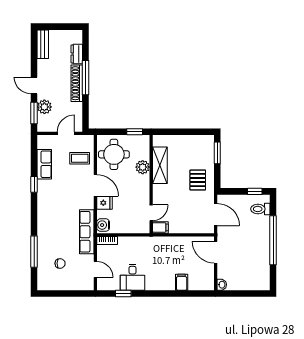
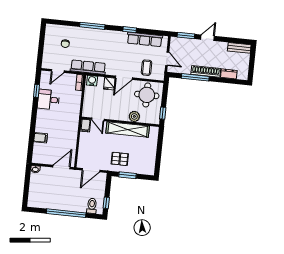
window: (86, 78) -> (195, 77), moved
plant: (44, 107) -> (190, 44), removed
window: (217, 153) -> (127, 175), moved
row of seats: (44, 164) -> (145, 39), width x1.48
shelving: (160, 165) -> (128, 130), width x1.47
window: (34, 252) -> (92, 26), moved

